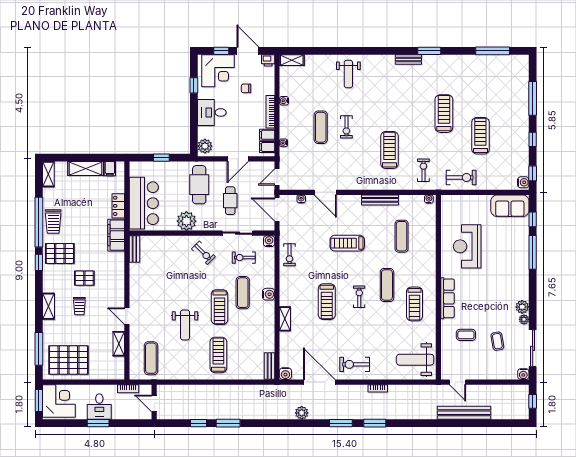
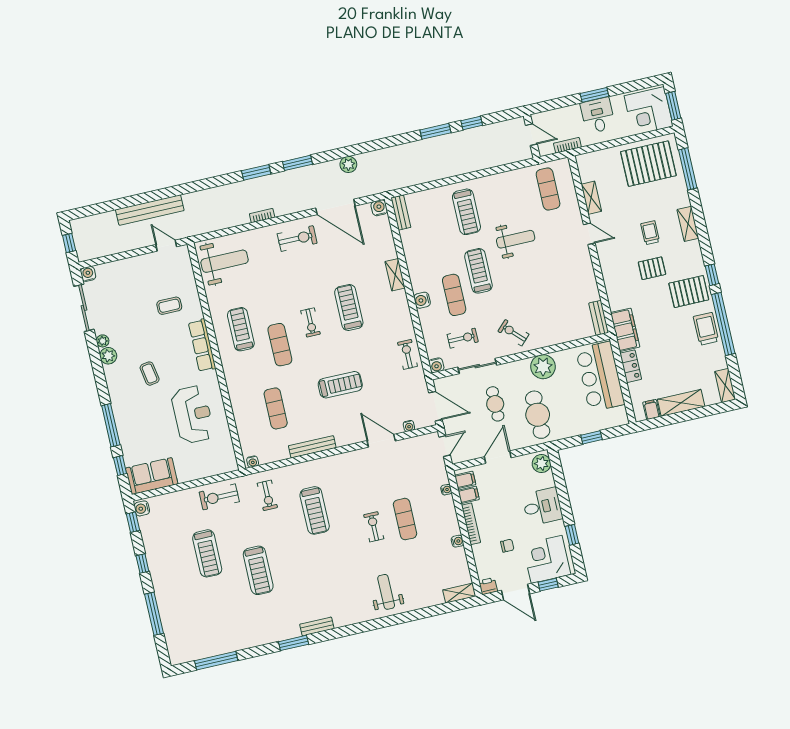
weight bench: (185, 325) -> (516, 239), turned 90
coffee table: (497, 341) -> (150, 374), moved

